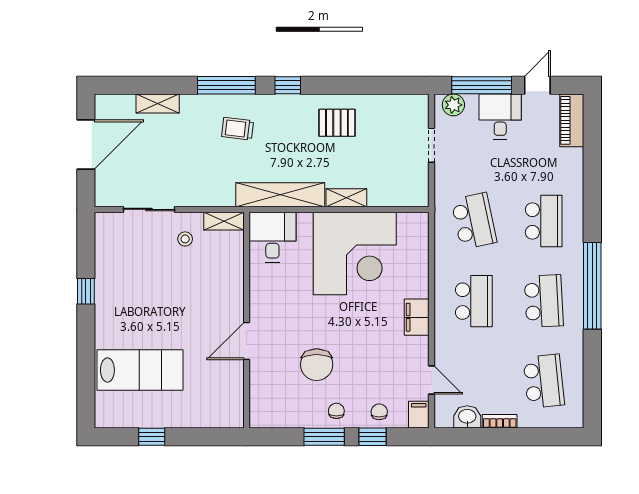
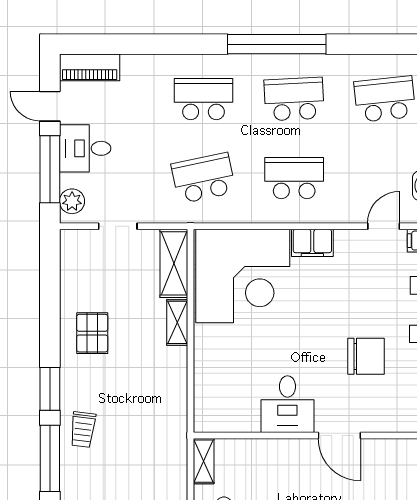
window: (288, 85) -> (50, 389), width x1.50
trolley: (238, 129) -> (83, 430), moved
shelving: (280, 195) -> (174, 263), moved, width x0.68
desk: (272, 237) -> (287, 404), moved, turned -90
corner desk: (355, 253) -> (243, 276), moved, turned 90

